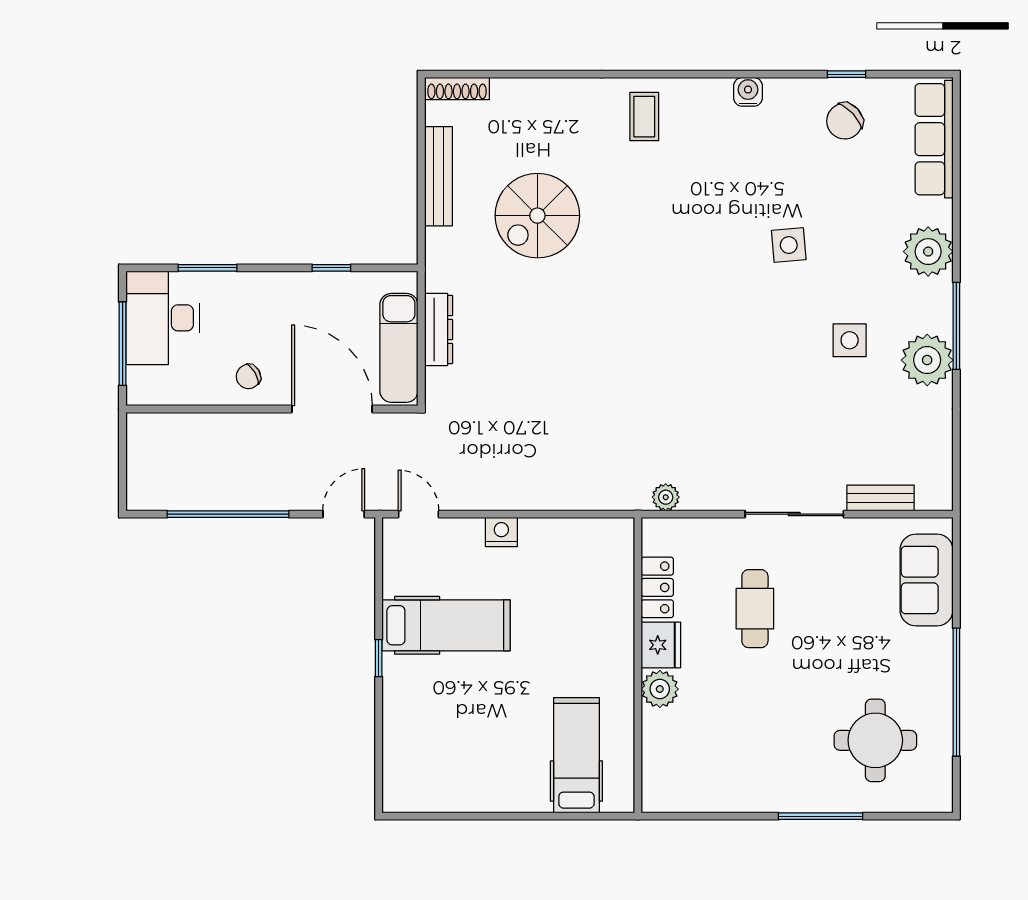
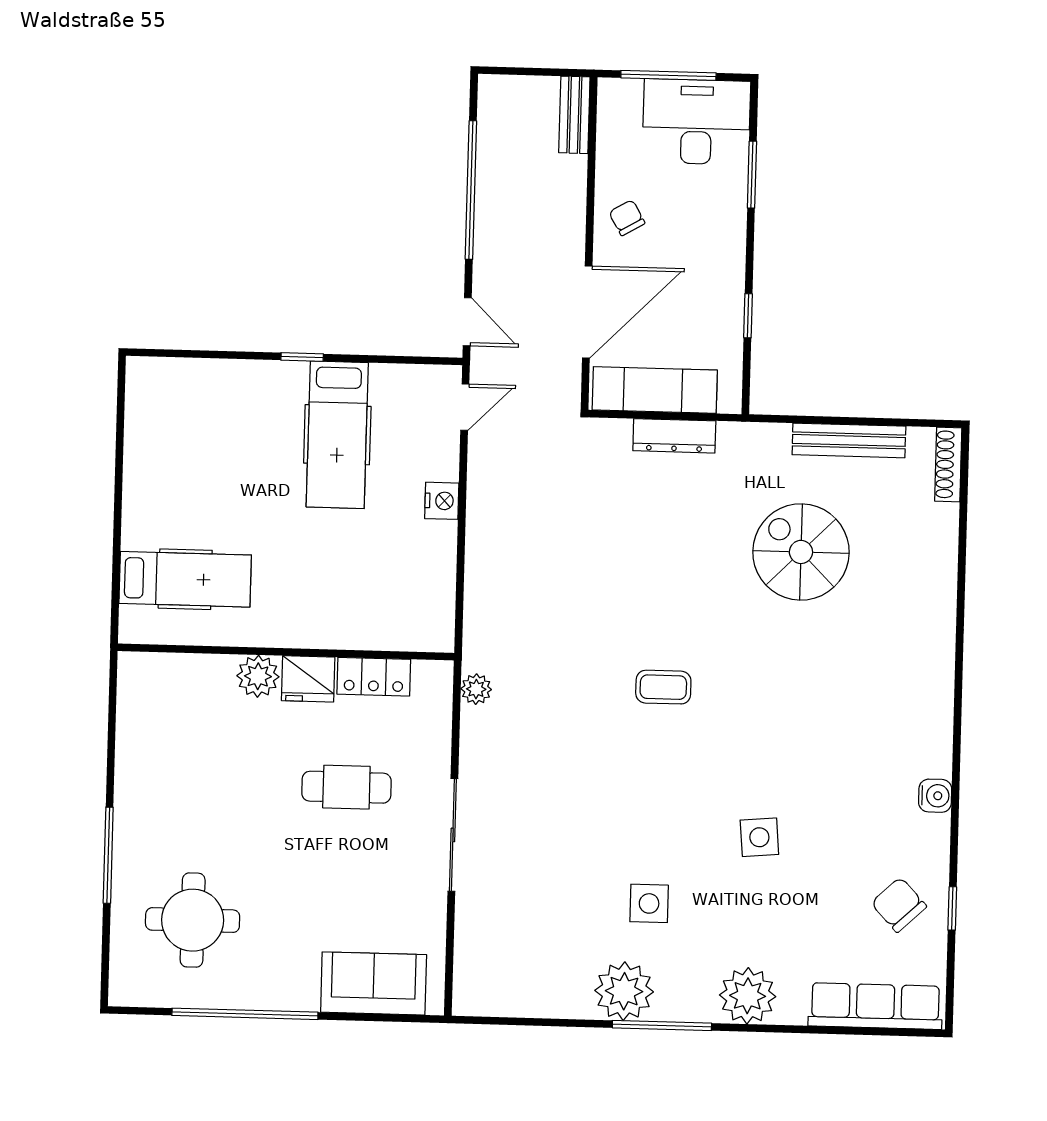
coffee table: (644, 117) -> (663, 687), moved
bench: (881, 498) -> (574, 115), moved

